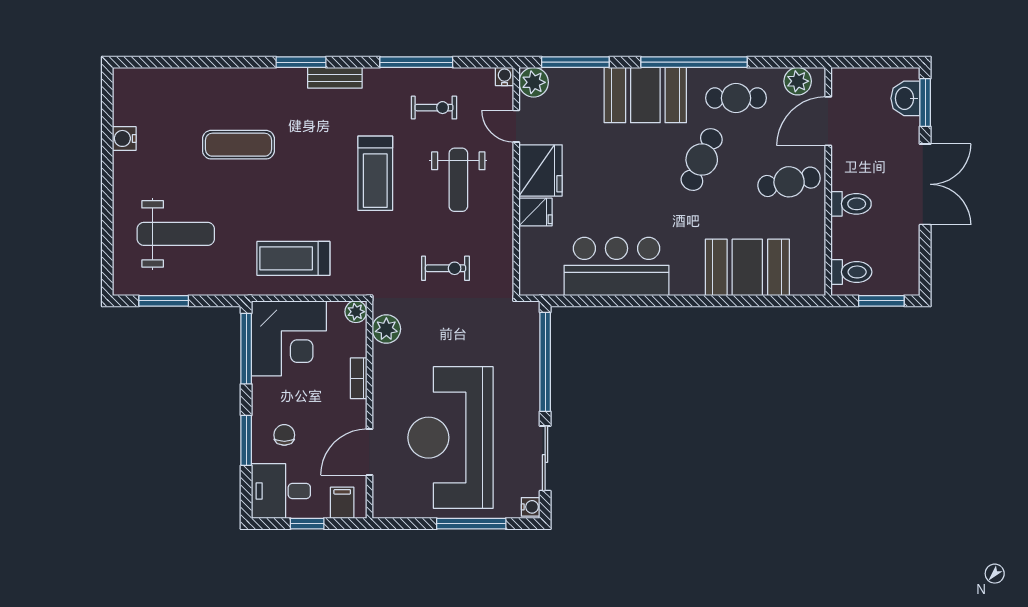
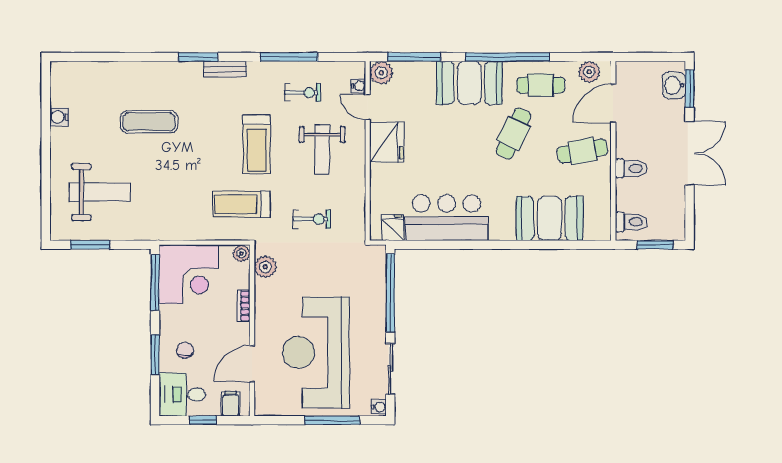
water cooler: (505, 77) -> (358, 86), moved, turned 90
fridge: (535, 212) -> (393, 228), moved, turned -90
treadmill: (293, 258) -> (241, 204), moved

